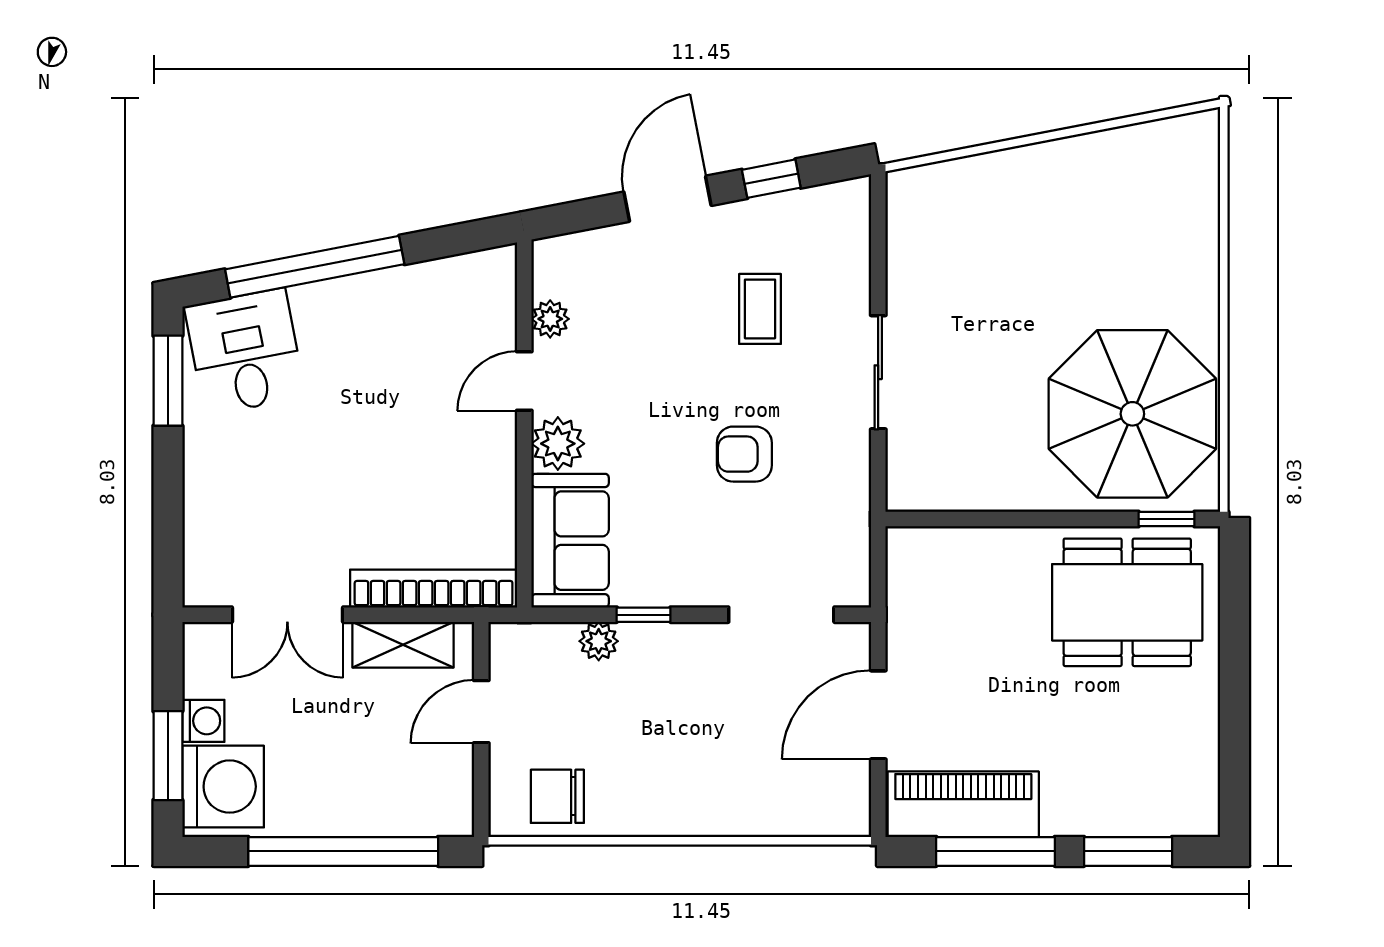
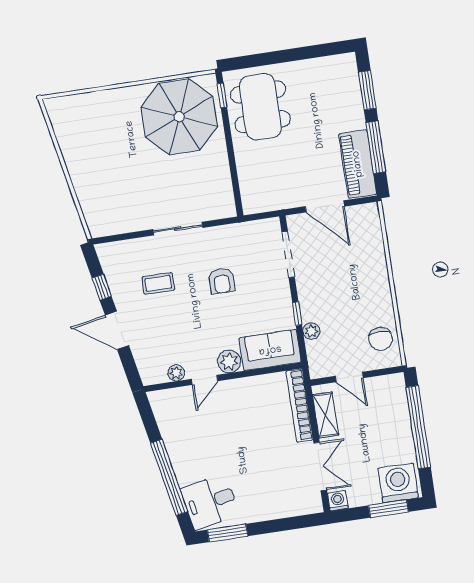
door: (524, 381) -> (205, 380), hinge flipped
washing machine: (203, 721) -> (338, 501), moved

